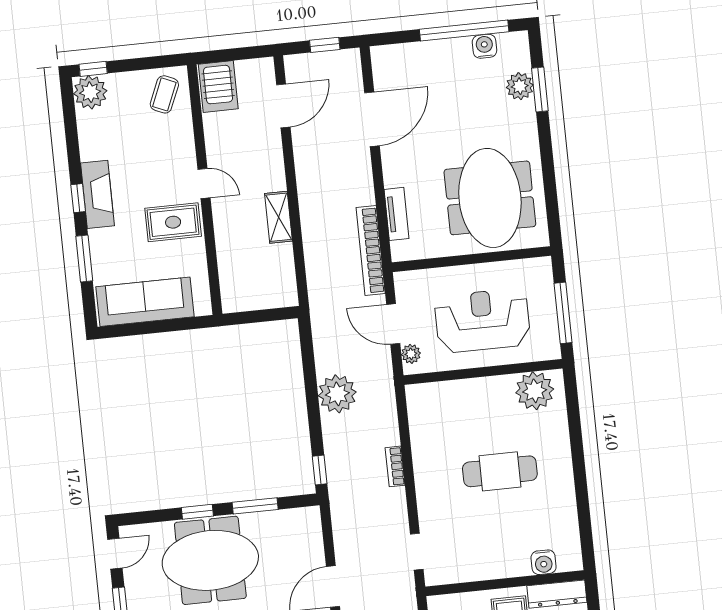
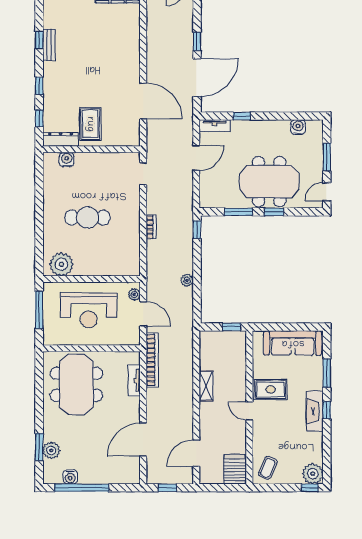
window: (247, 317) -> (232, 327), added
plant: (337, 394) -> (187, 280), width x0.53, depth x0.53

